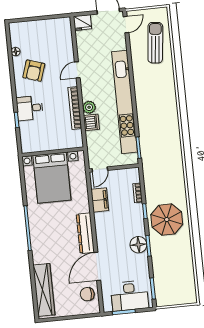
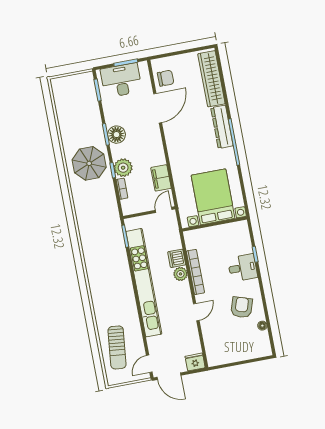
plant: (135, 213) -> (123, 168), added
dresser: (85, 233) -> (222, 127), moved, turned 180

